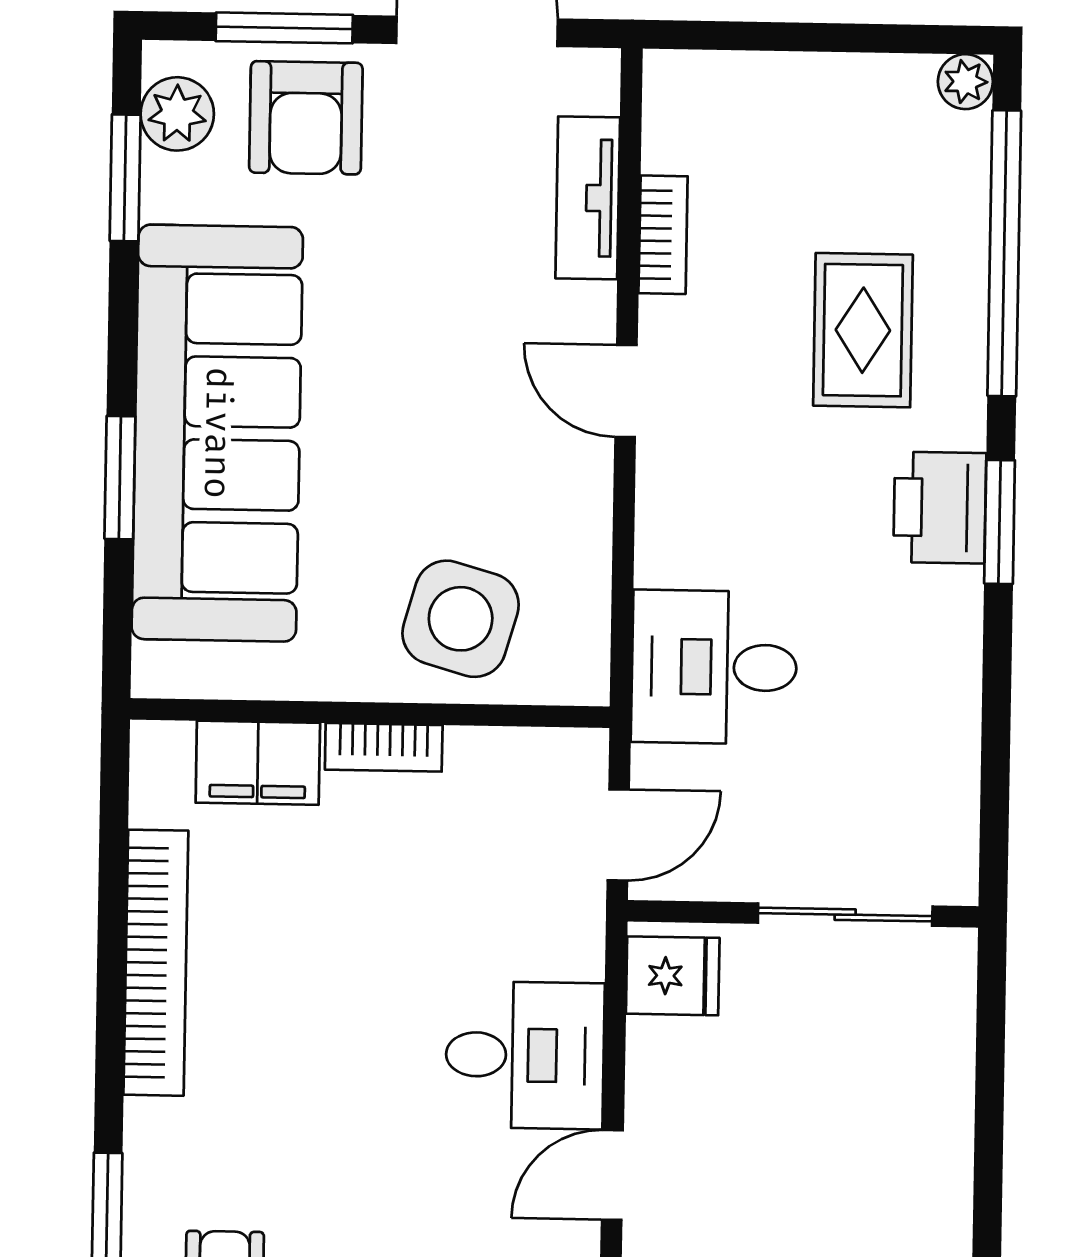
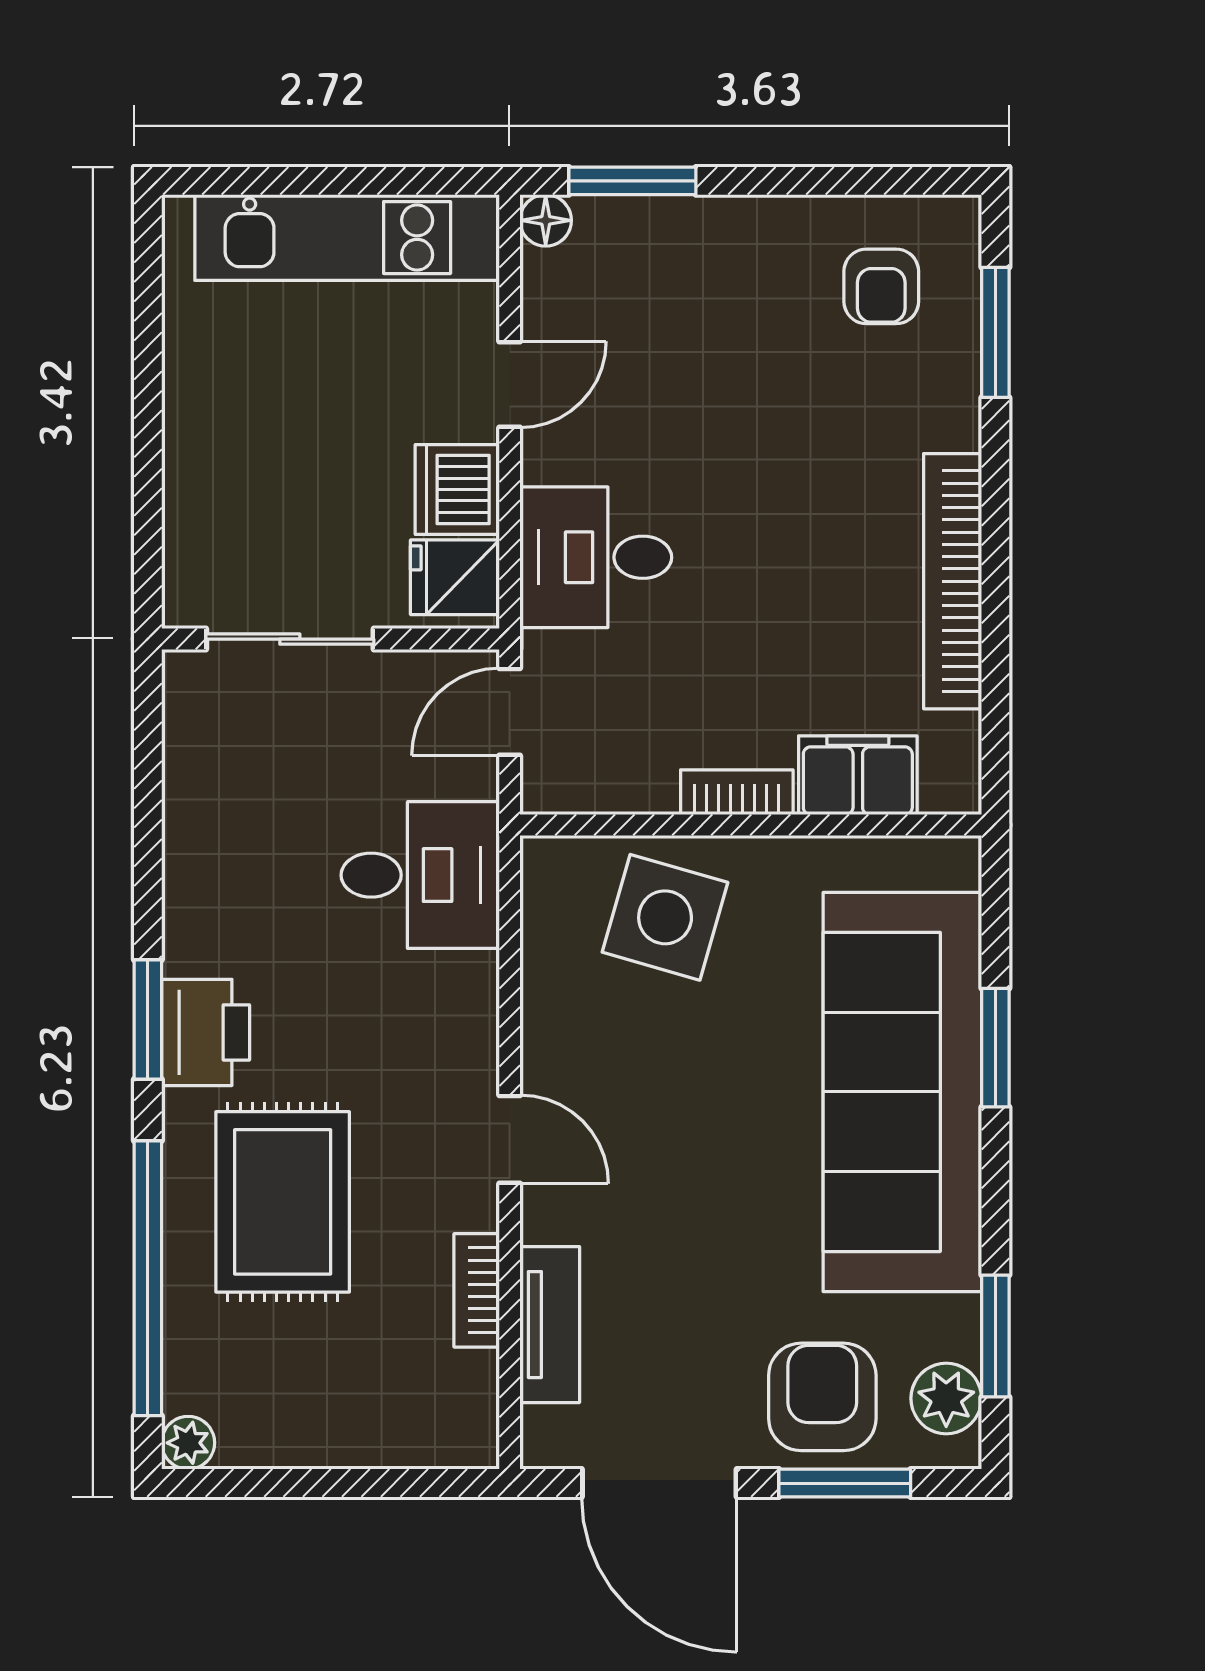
rug: (863, 330) -> (283, 1202), width x1.36, depth x1.43
desk: (525, 1055) -> (596, 557), moved
dishwasher: (669, 1067) -> (457, 490), added

